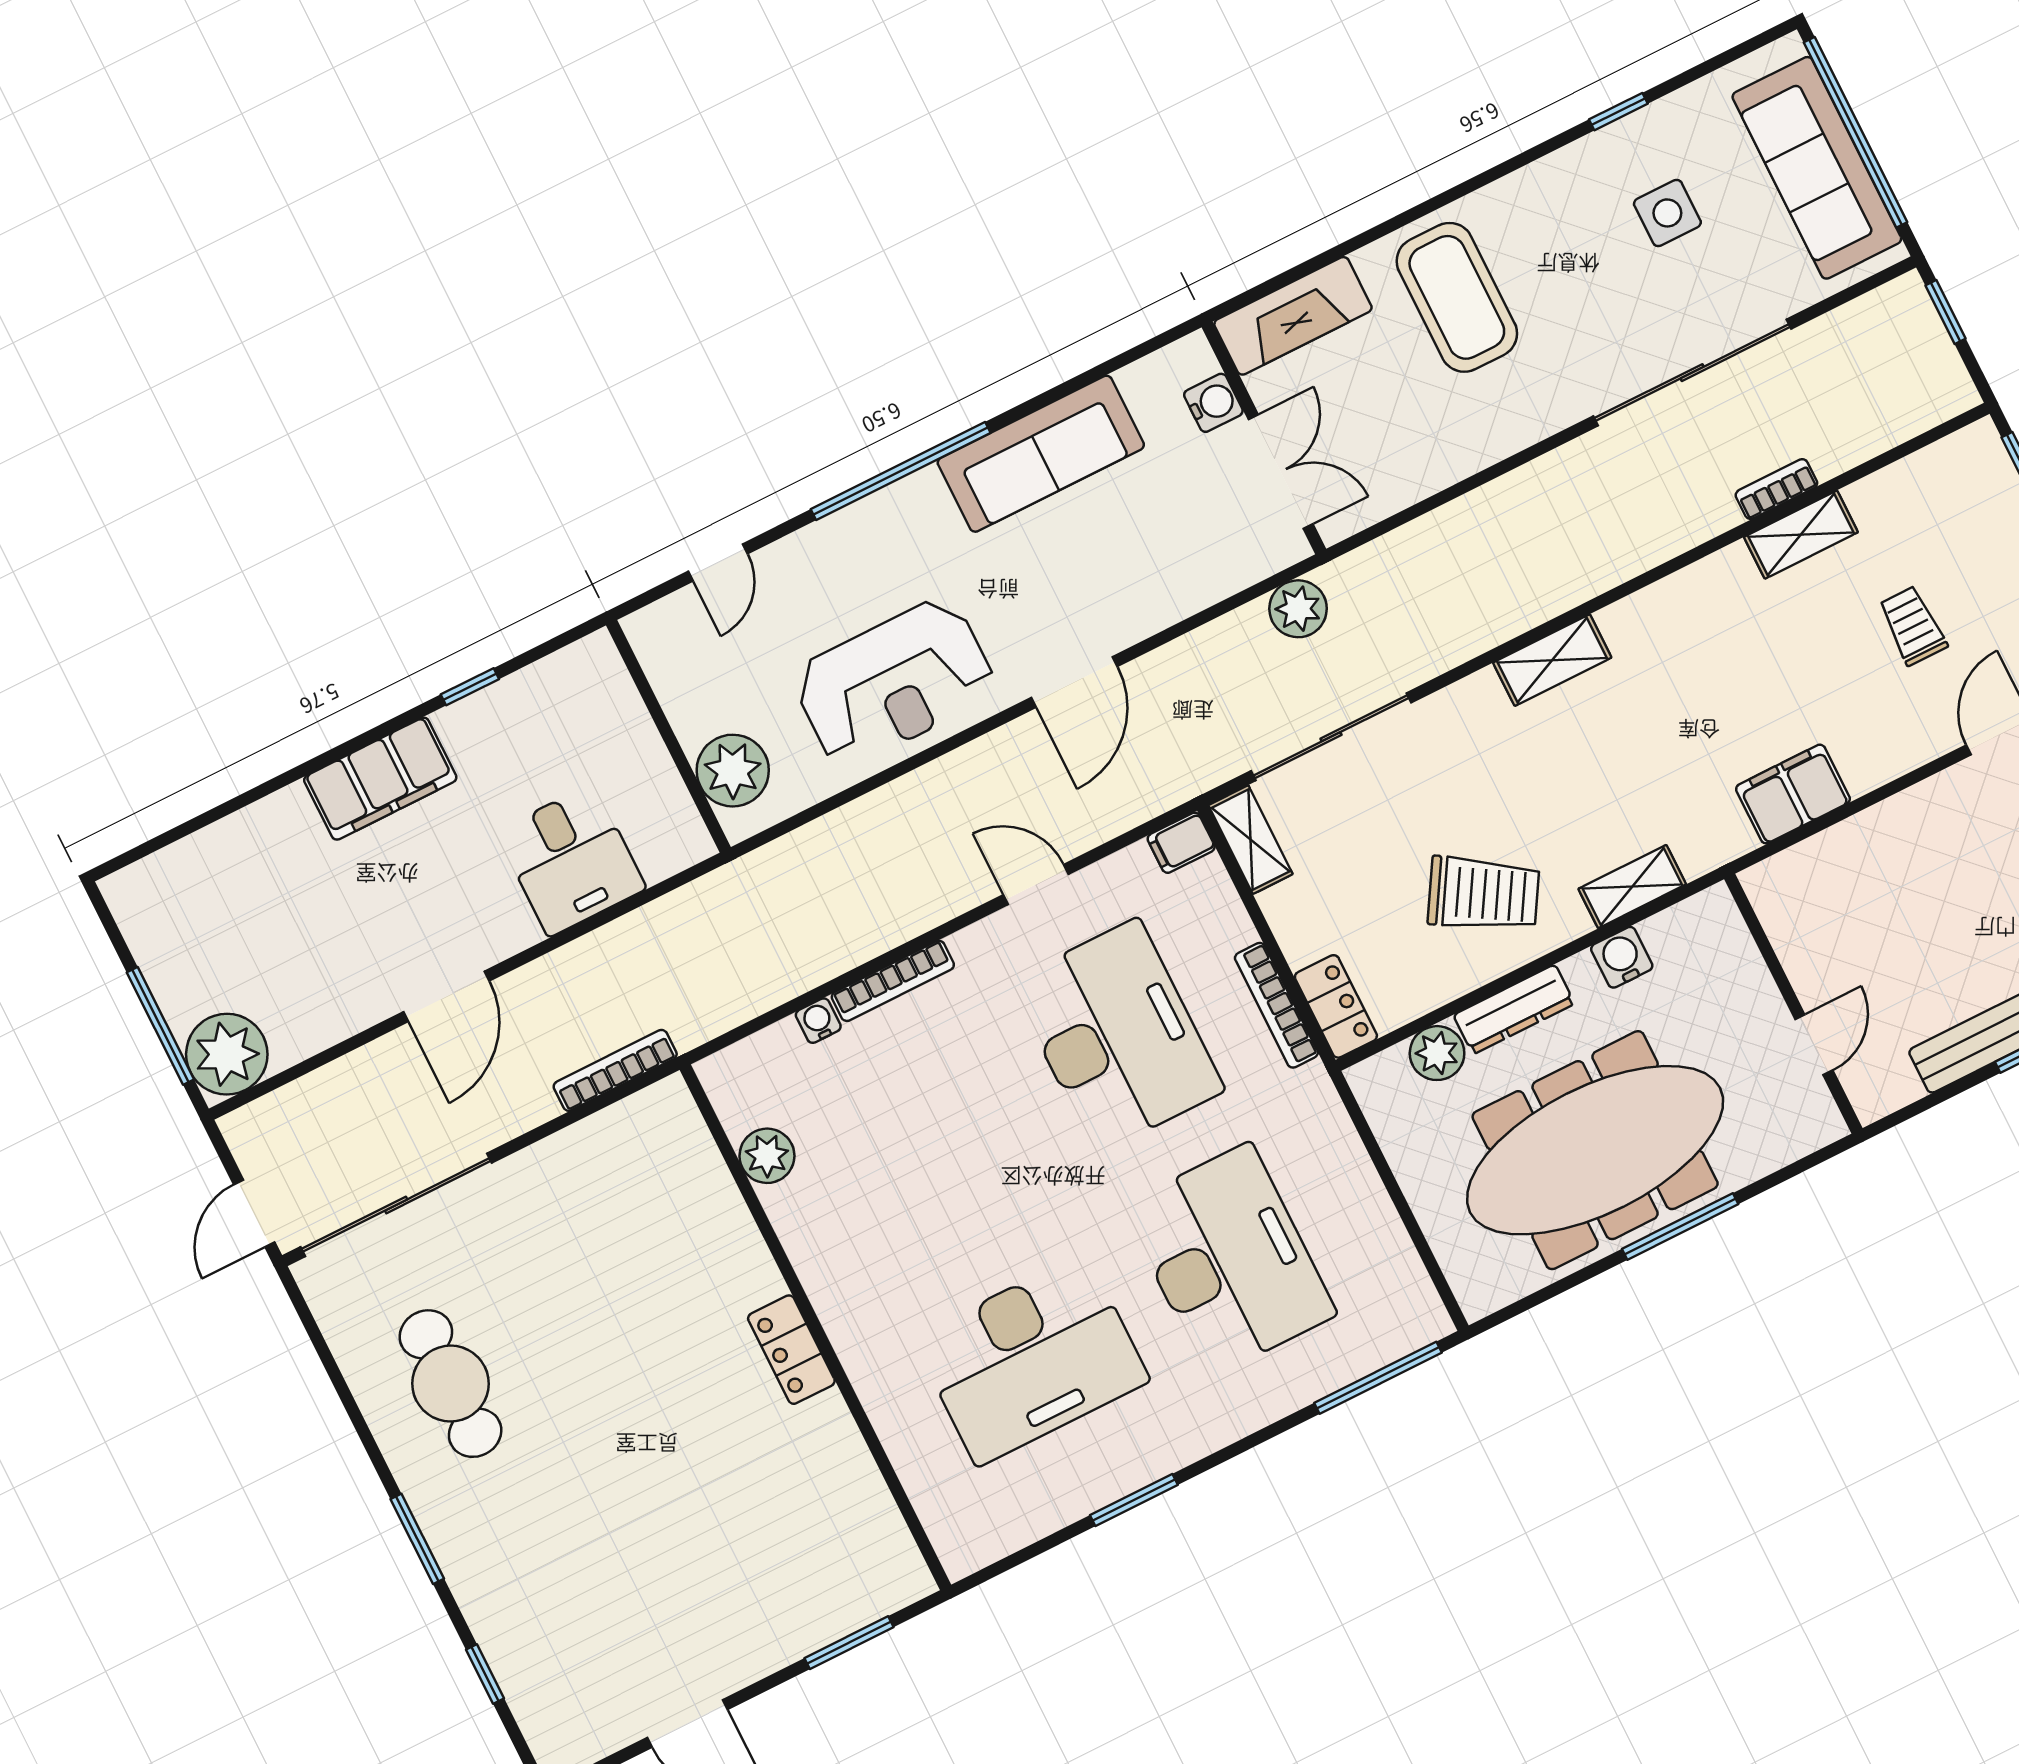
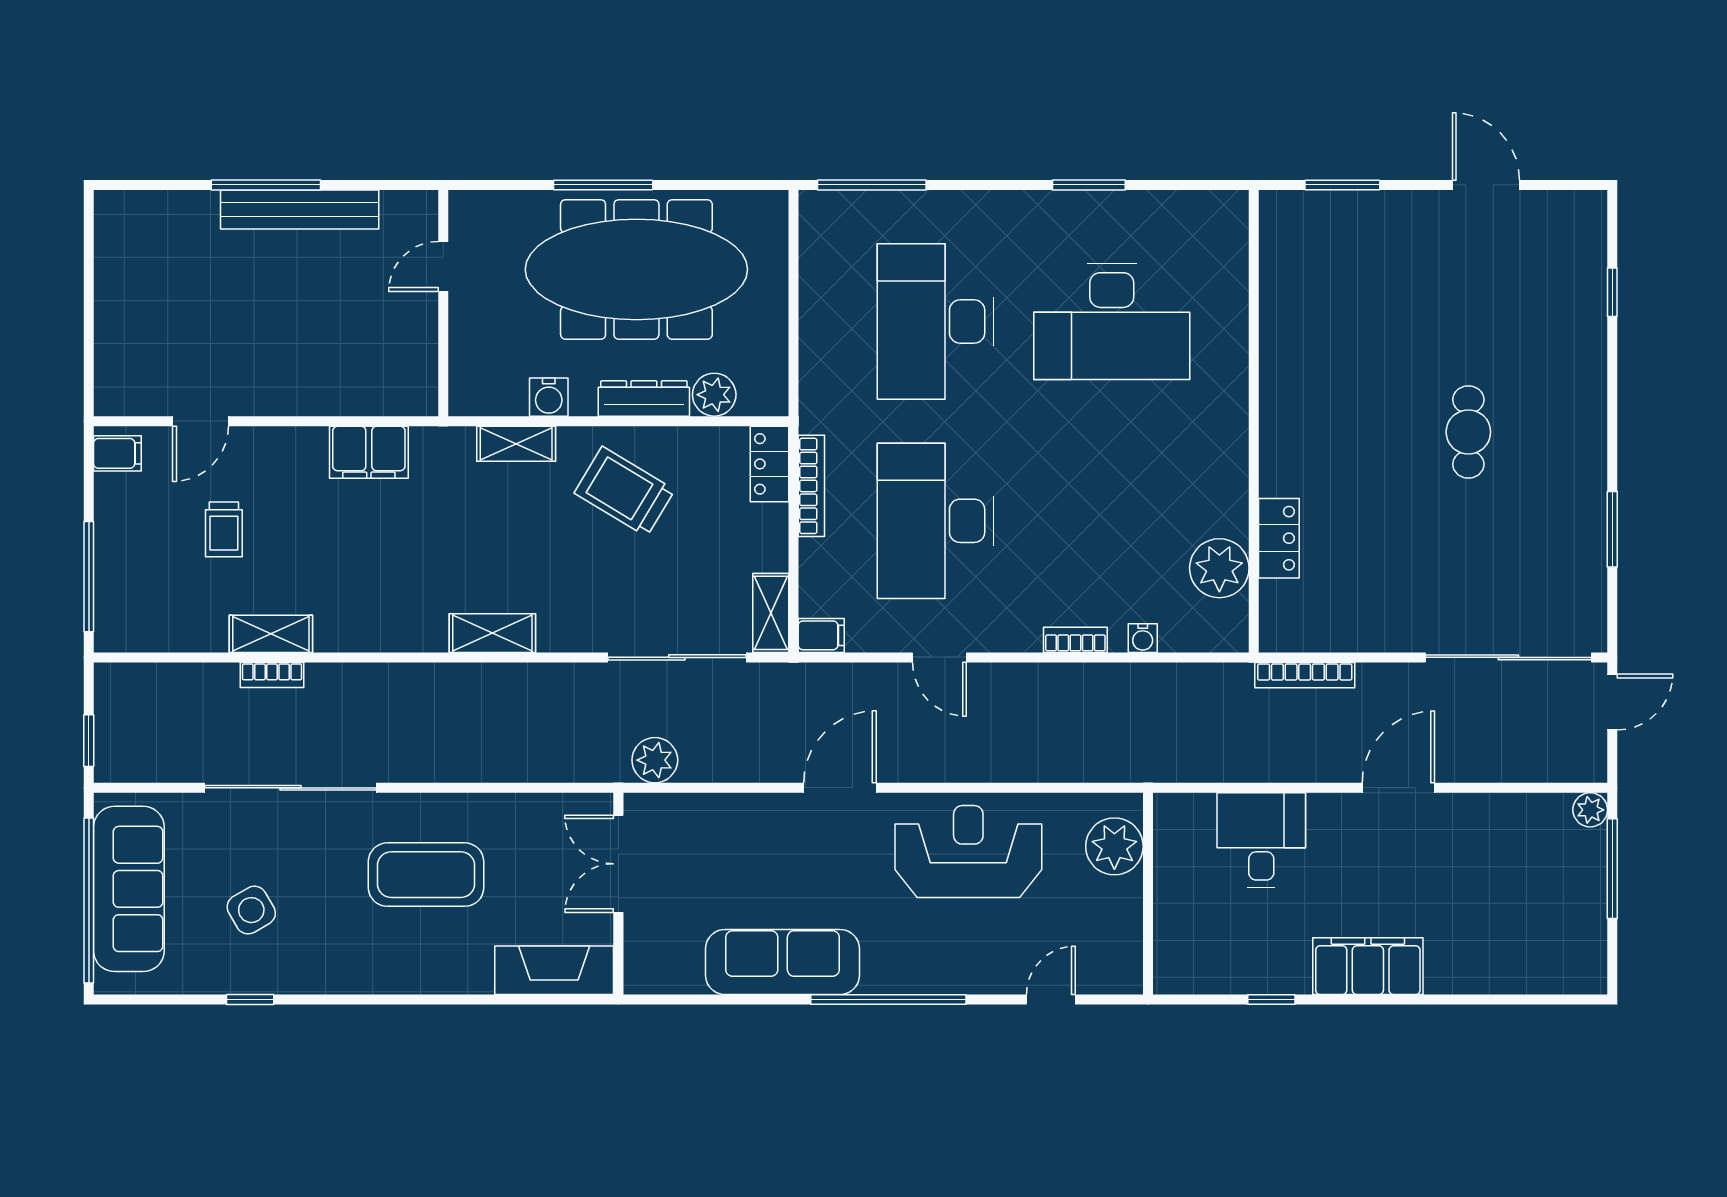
side table: (1667, 213) -> (251, 910), turned -30
coffee table: (1457, 297) -> (426, 875), moved, turned 90
water cooler: (1213, 403) -> (642, 937), removed
bookcase: (893, 981) -> (1075, 640), width x0.64
plant: (227, 1054) -> (1590, 810), width x0.53, depth x0.53
plant: (767, 1156) -> (1219, 568), width x1.36, depth x1.36
locker: (791, 1350) -> (1279, 538), moved
desk: (1031, 1359) -> (1112, 321), turned 180
cafe table: (451, 1384) -> (1468, 432), moved, width x0.73, depth x0.74
window: (417, 1539) -> (1612, 529), moved

